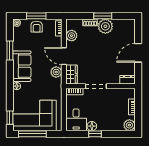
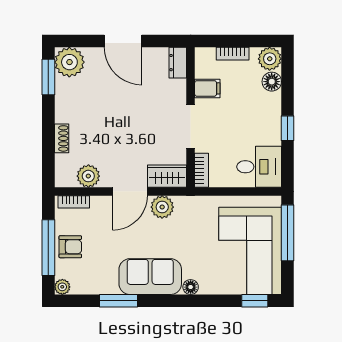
window: (36, 16) -> (48, 248), width x1.44
window: (103, 16) -> (48, 77), moved
plant: (105, 26) -> (69, 62), moved
filing cabinet: (115, 94) -> (207, 88), added
floor lamp: (92, 126) -> (272, 82), moved
window: (32, 134) -> (288, 233), moved

